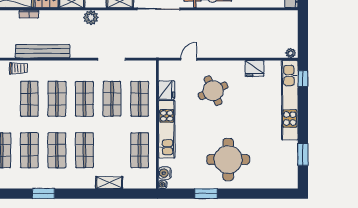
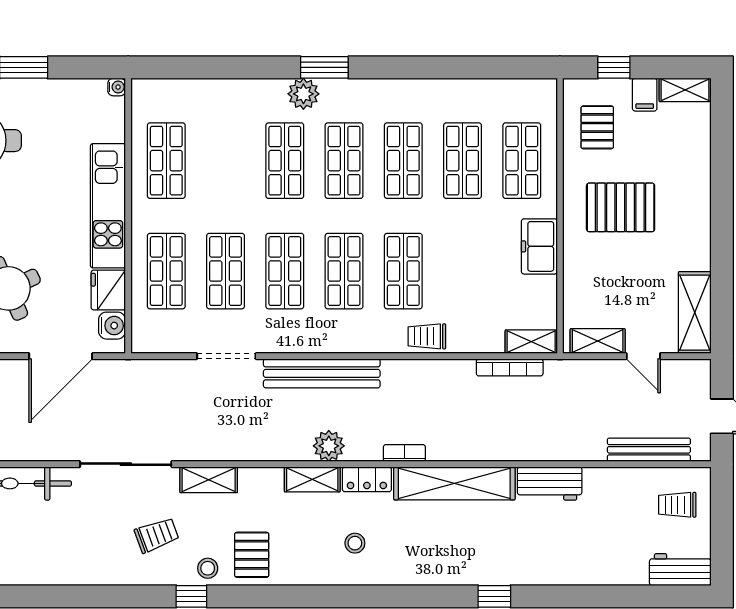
plant: (91, 17) -> (329, 446), moved
bench: (43, 51) -> (322, 373), moved
door: (189, 59) -> (61, 356), width x1.87
water cooler: (165, 173) -> (112, 326), moved
plant: (76, 181) -> (303, 94), added
shelving: (109, 183) -> (232, 91), removed
window: (43, 194) -> (324, 67), moved

